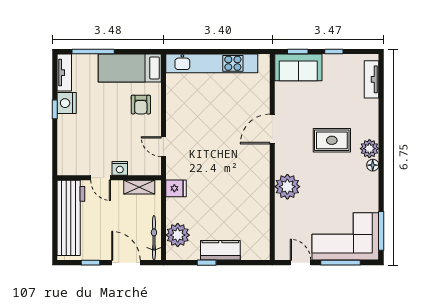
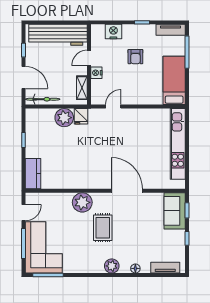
nightstand: (67, 103) -> (113, 32), moved
armchair: (141, 105) -> (135, 57), moved, turned -90
door: (272, 129) -> (127, 191), width x1.36
rug: (332, 140) -> (103, 228), moved
floor lamp: (373, 165) -> (135, 268), moved
plant: (178, 235) -> (64, 118), moved
kitchen counter: (220, 250) -> (33, 174), moved
door: (126, 263) -> (23, 78), hinge flipped

